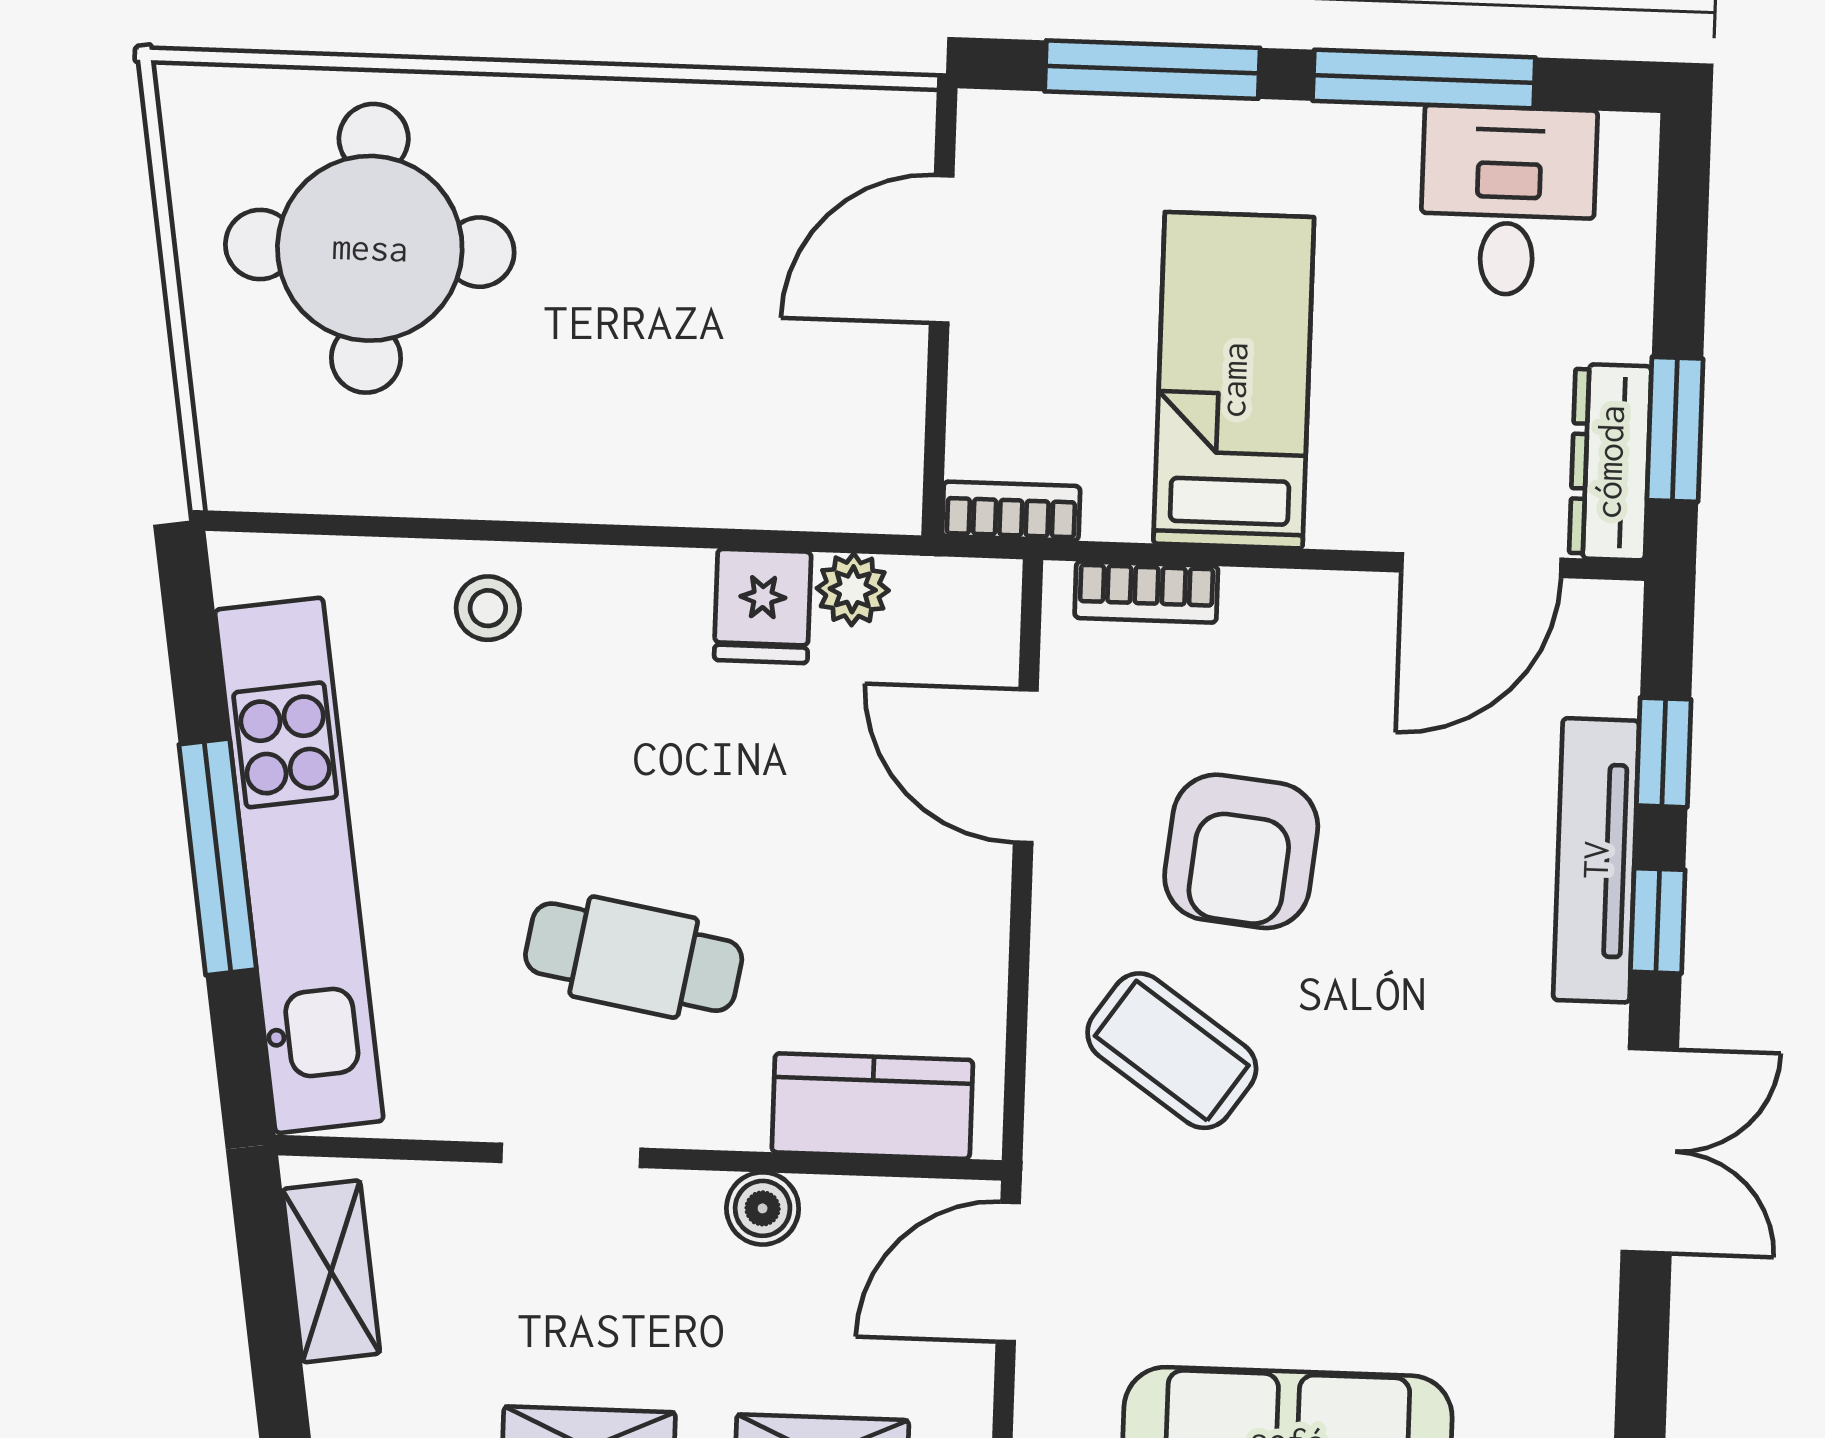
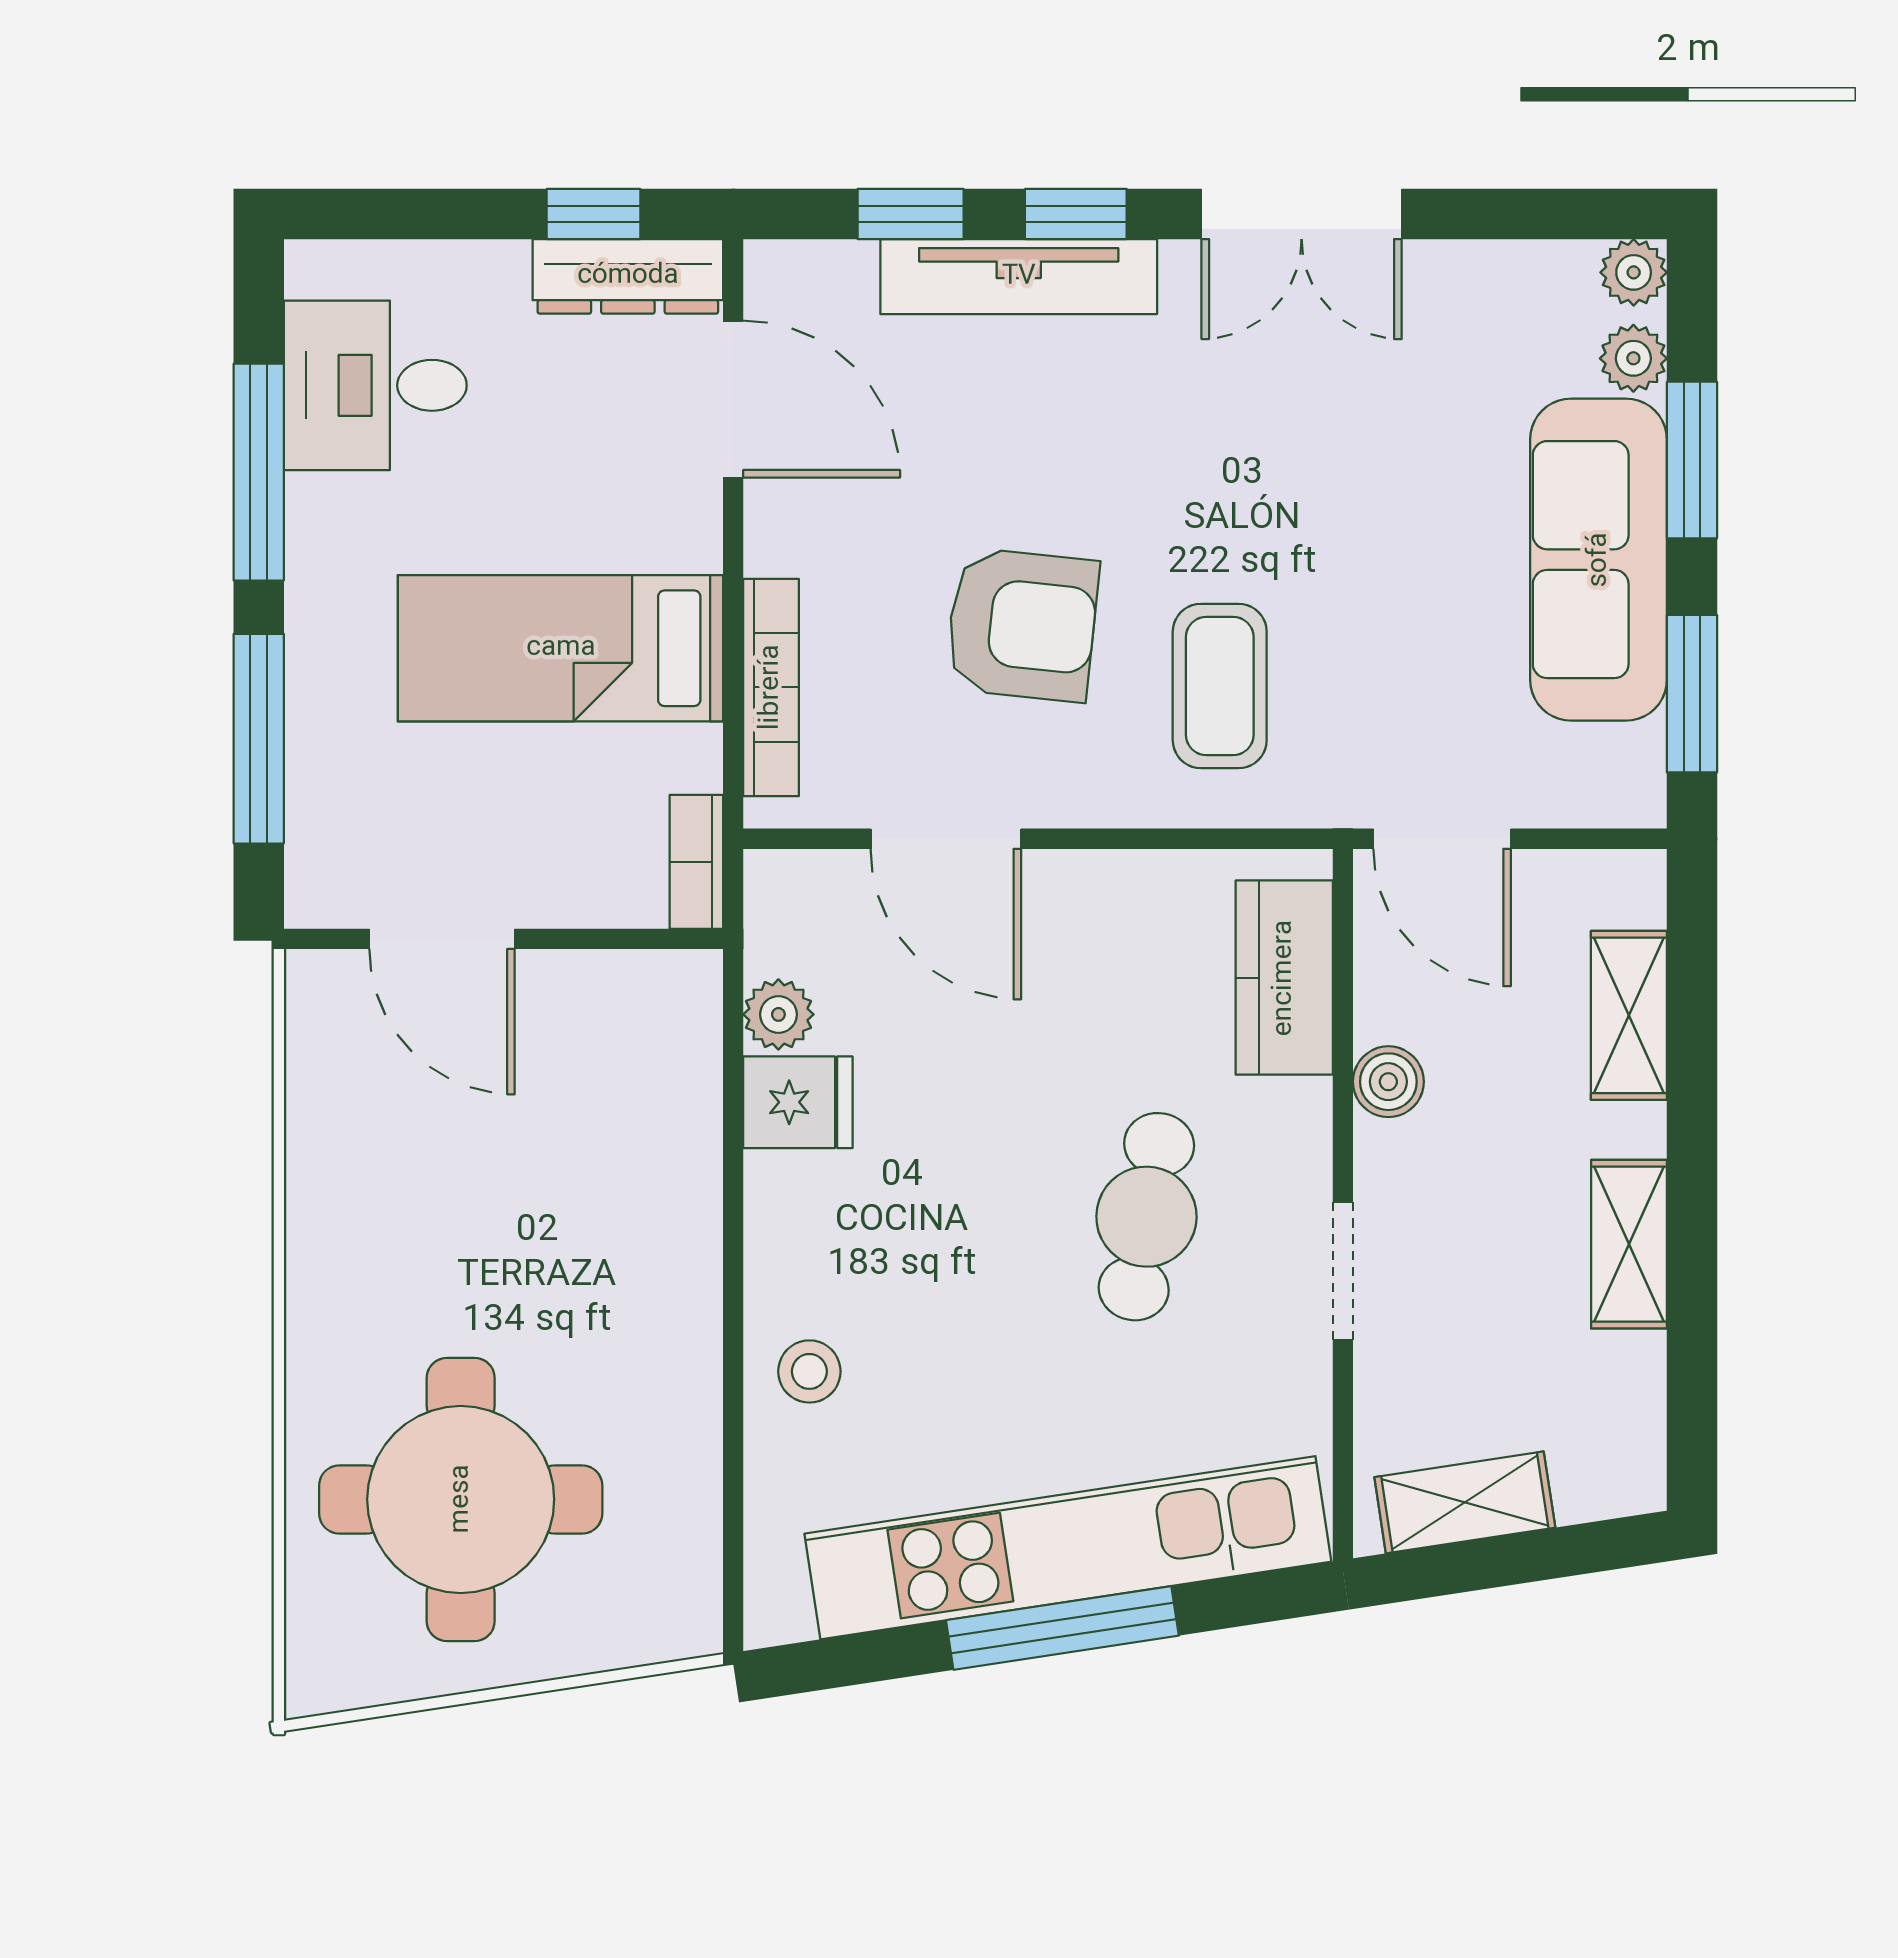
window: (1675, 429) -> (593, 214), width x0.67
bookcase: (1146, 592) -> (771, 687), width x1.56
door: (1026, 766) -> (946, 839), hinge flipped
coffee table: (1172, 1051) -> (1220, 686), turned -35
double door: (1650, 1151) -> (1302, 214), swing flipped

